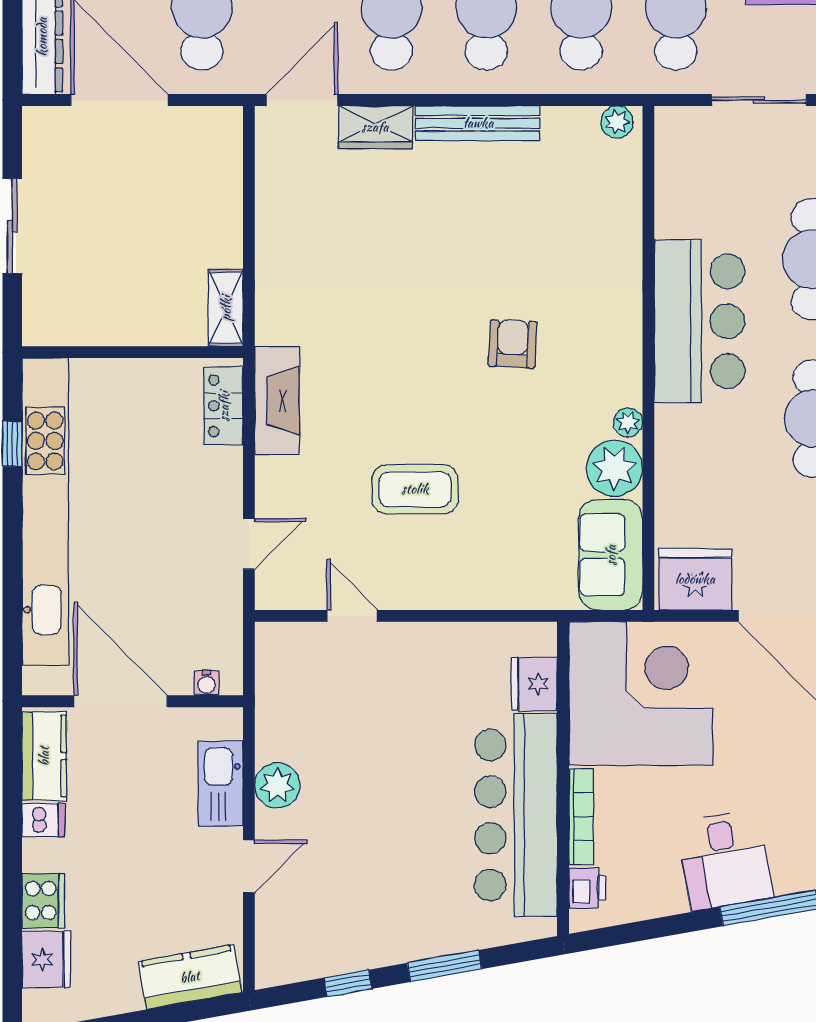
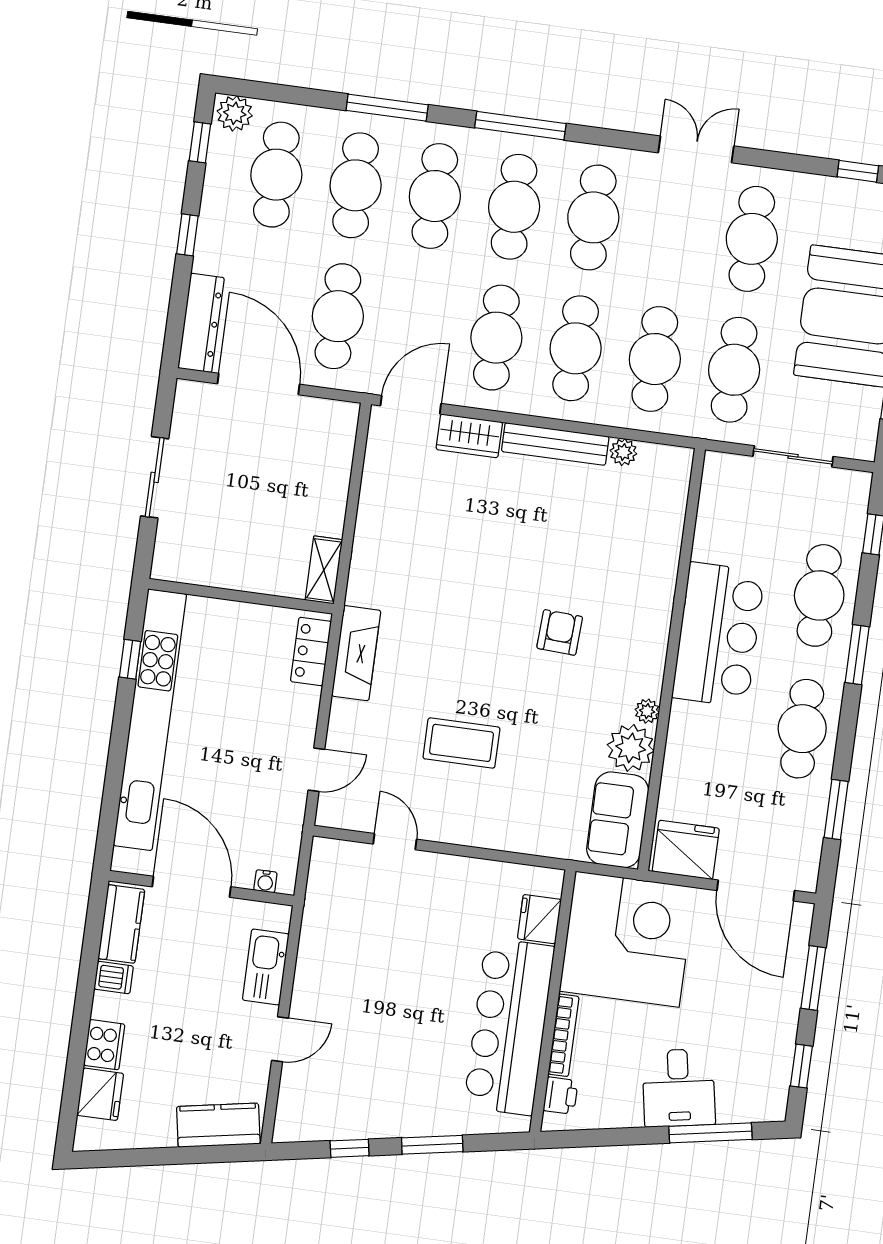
plant: (617, 122) -> (623, 452), moved
plant: (277, 785) -> (313, 975), removed

